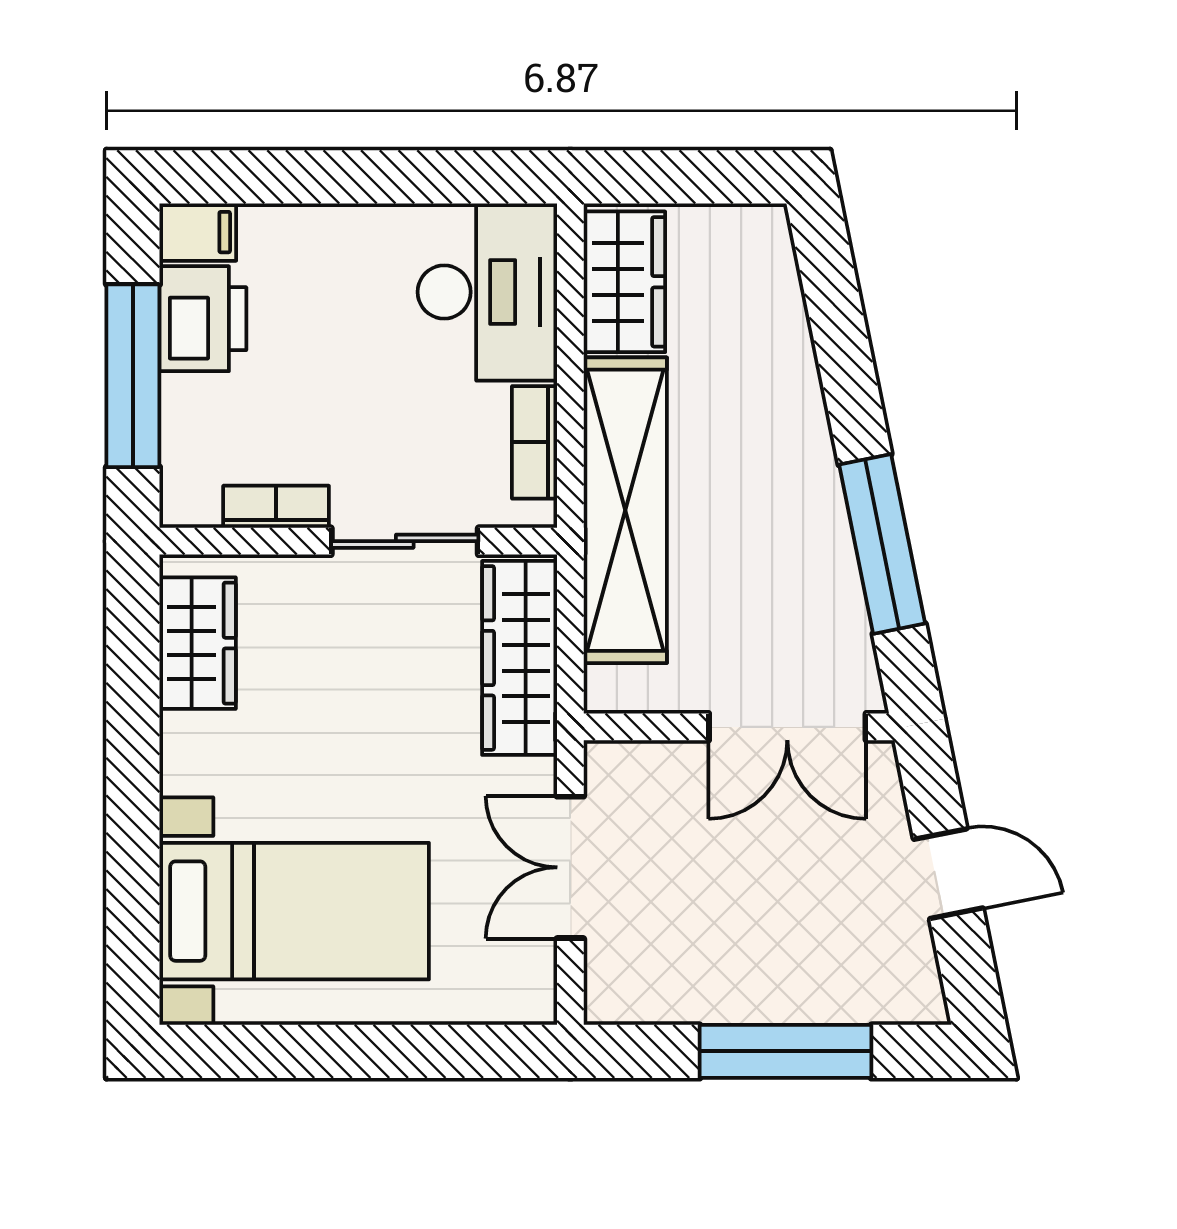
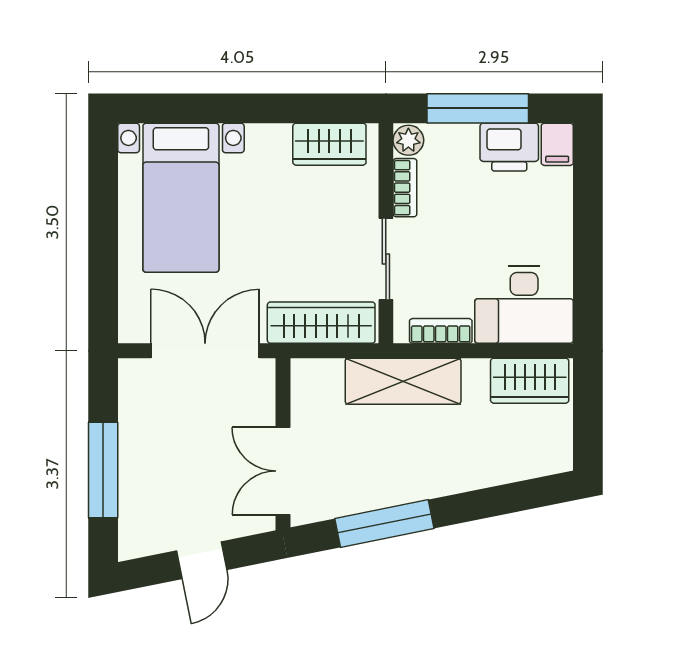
plant: (190, 501) -> (408, 140), added
shelving: (625, 510) -> (403, 381), width x0.68
double door: (570, 867) -> (205, 351), width x1.37

